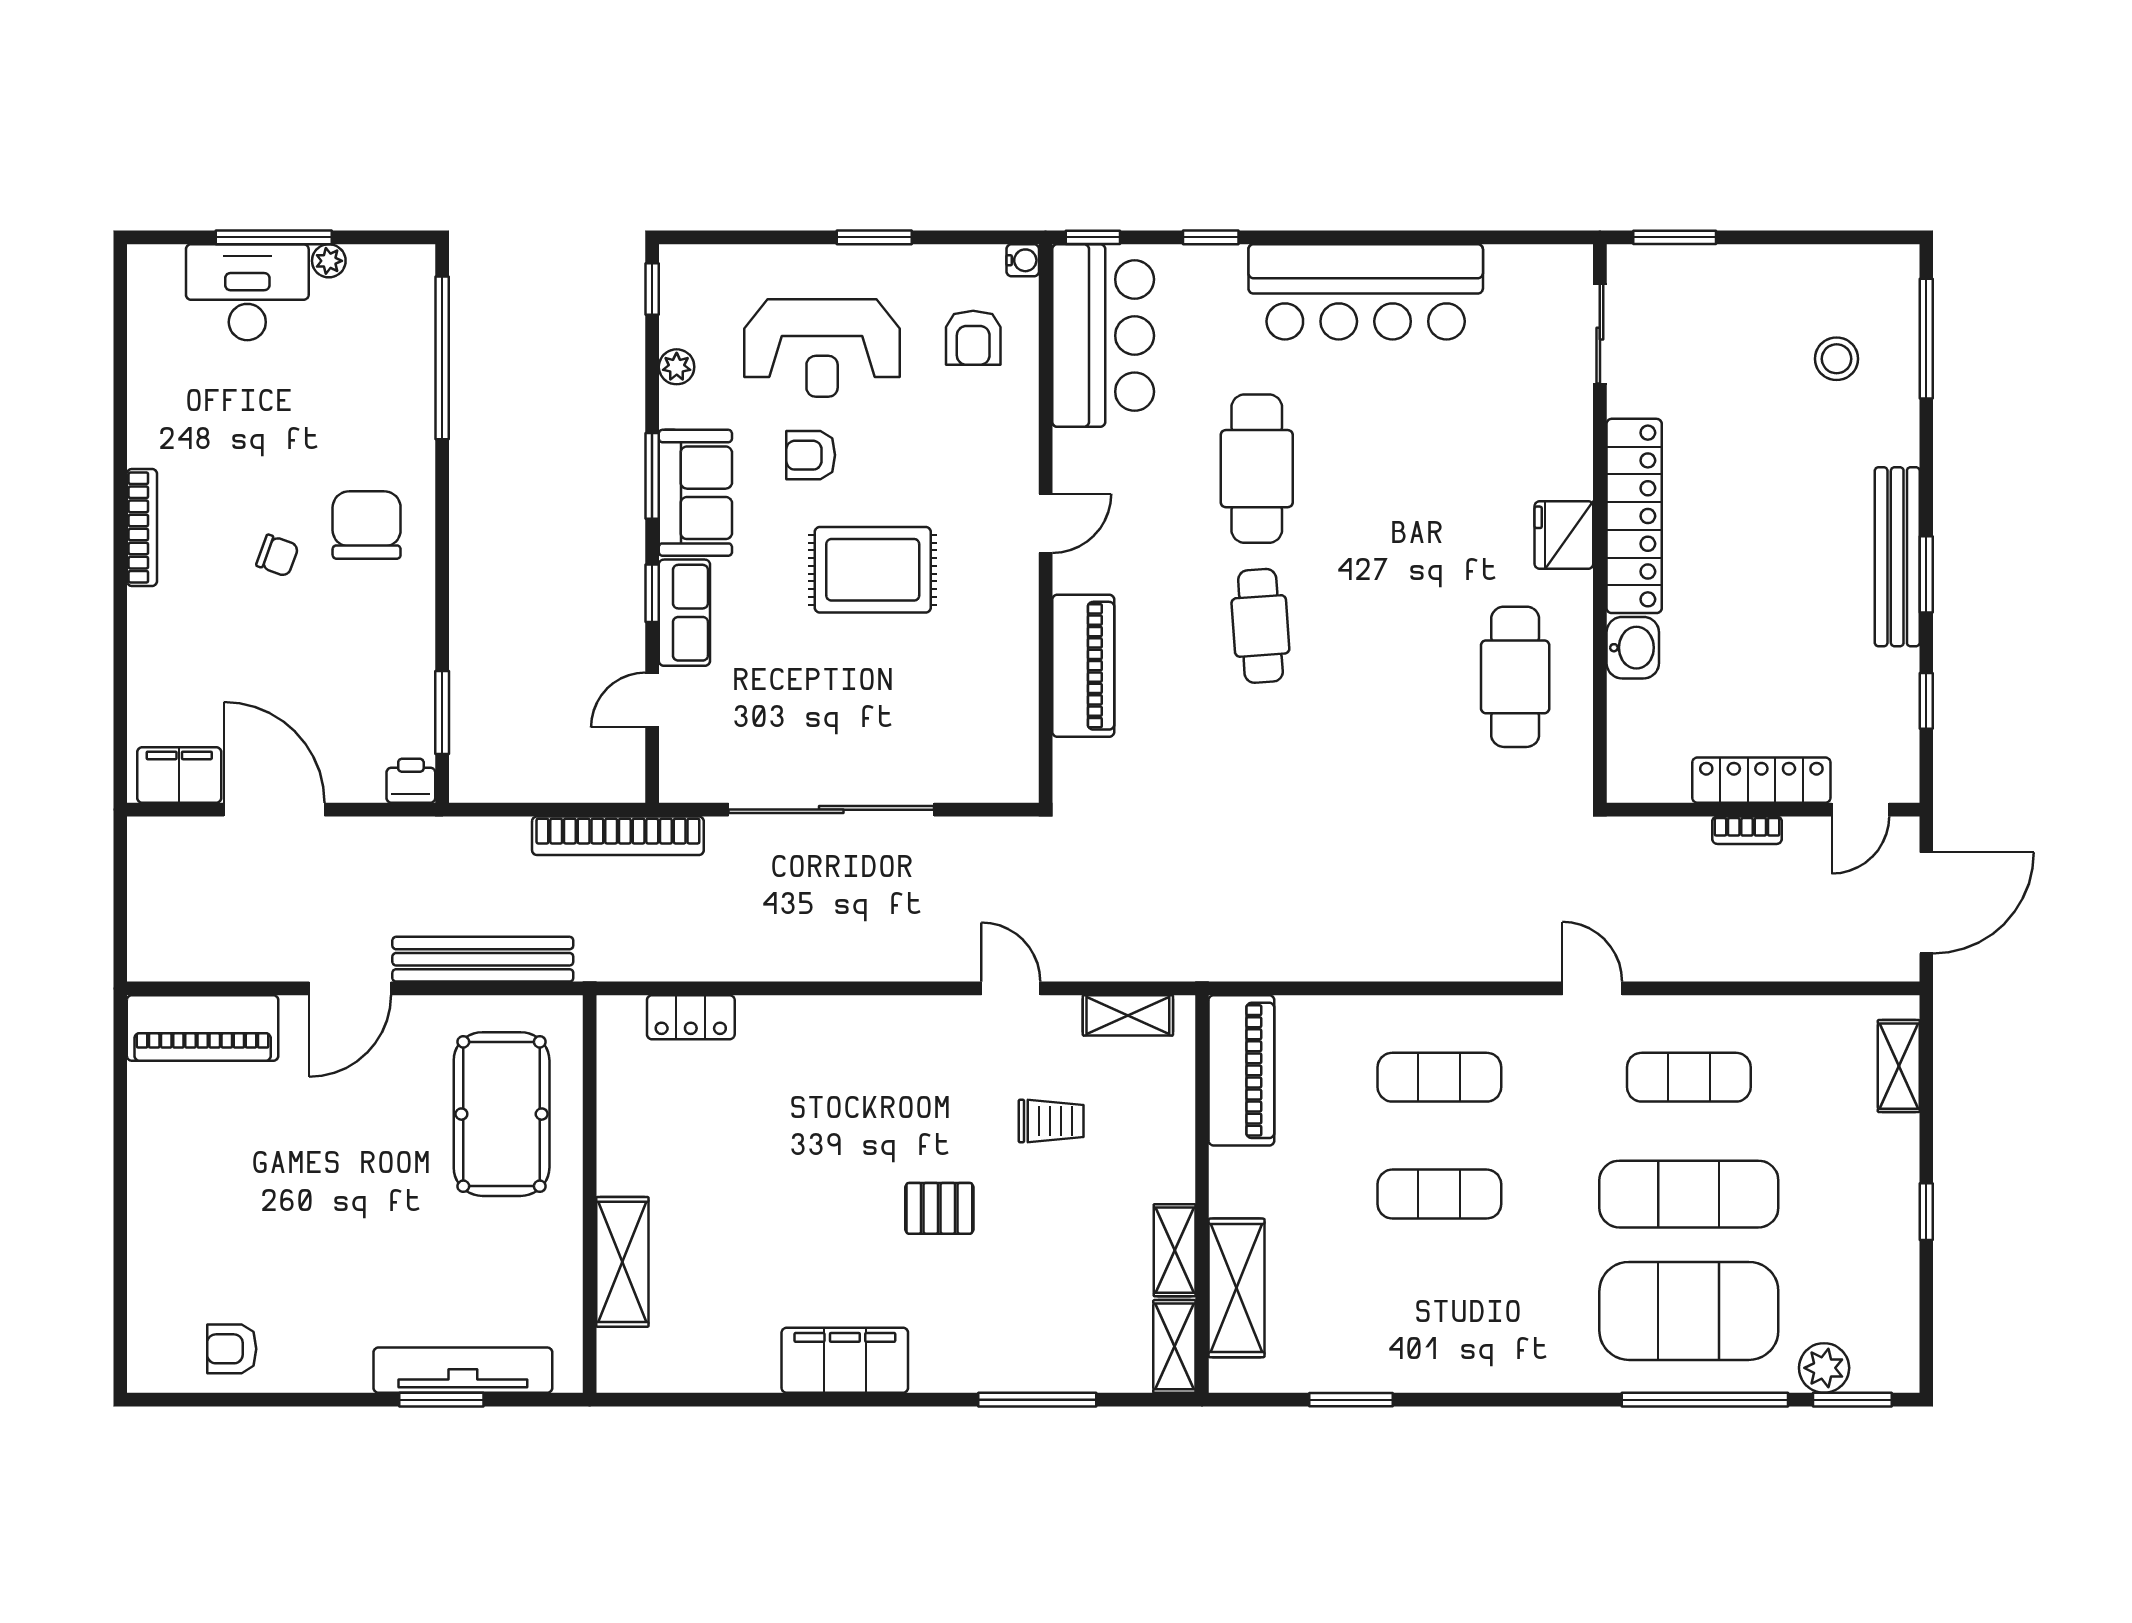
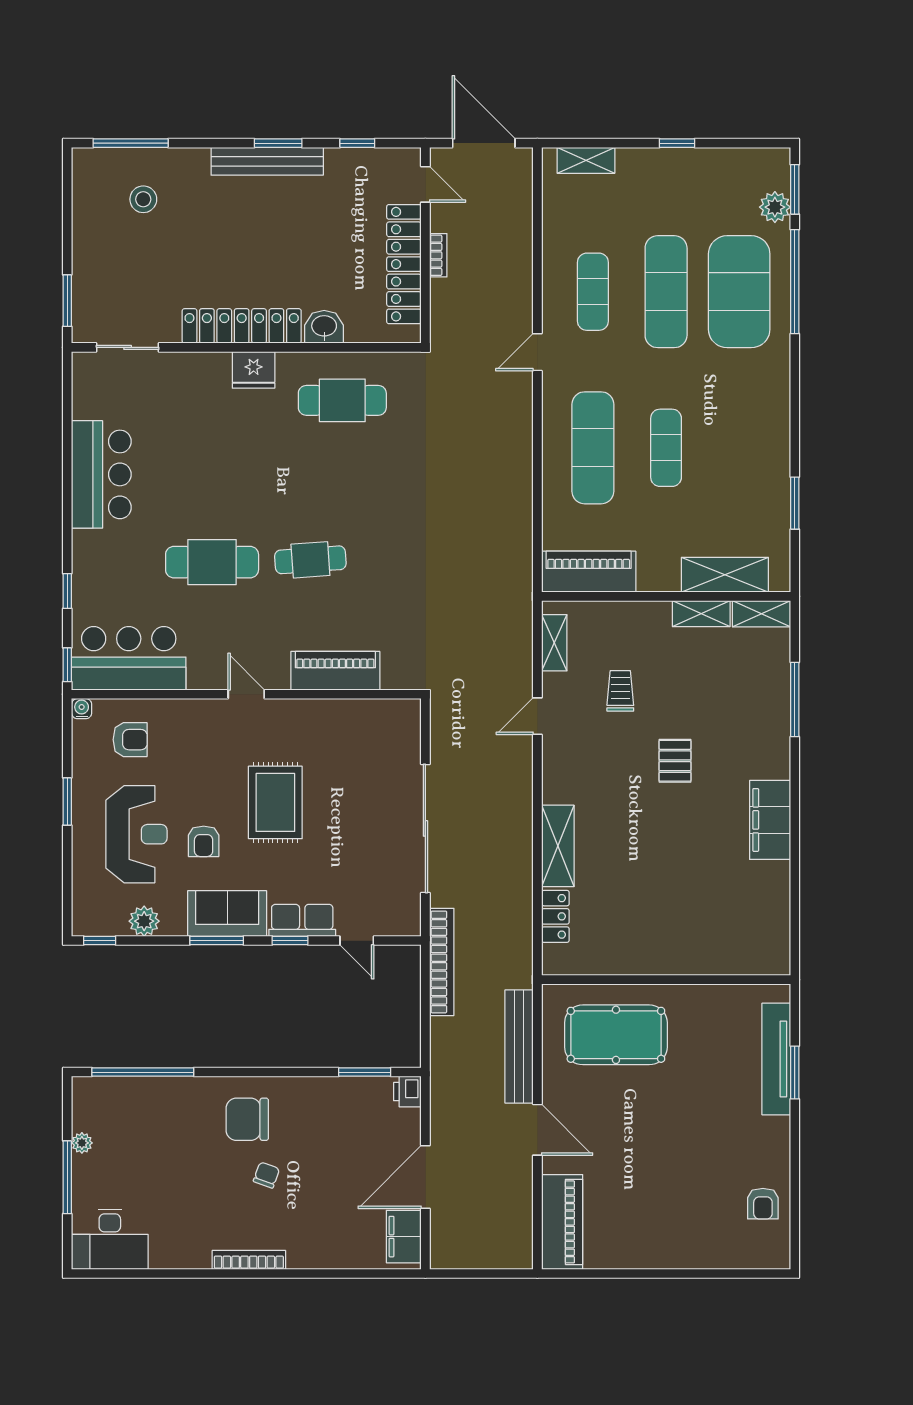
desk: (247, 292) -> (110, 1239), moved, turned -90
bar counter: (1366, 292) -> (101, 474), width x0.73
plant: (677, 367) -> (144, 921), width x1.38, depth x1.38
locker: (1761, 780) -> (404, 264), width x1.41, depth x1.21
exercise mat: (1439, 1077) -> (593, 448), width x1.36, depth x1.45
shelving: (622, 1262) -> (558, 846), moved, turned 90

